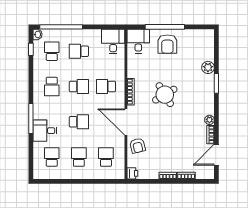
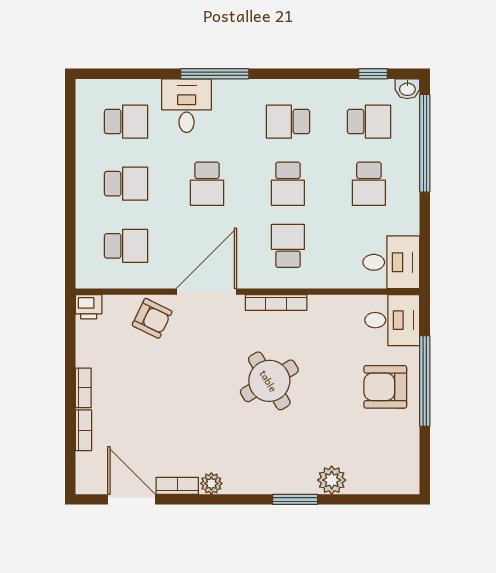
school desk: (79, 51) -> (369, 184), turned 180
armchair: (138, 146) -> (152, 318), turned -140

